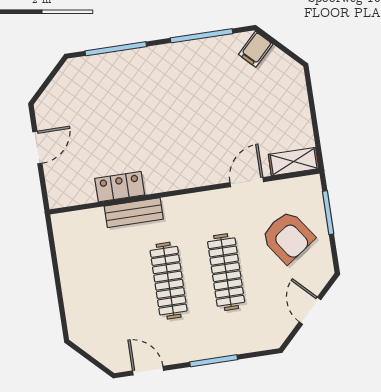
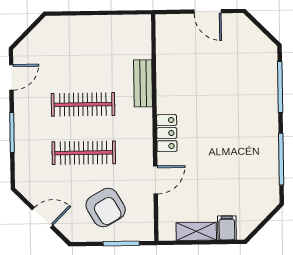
filing cabinet: (256, 49) -> (227, 228), moved, turned 45
shelving: (294, 162) -> (196, 231), moved, turned 90
door: (247, 182) -> (155, 180), hinge flipped
locker: (120, 187) -> (167, 133), moved
armchair: (288, 237) -> (106, 208), turned -85

